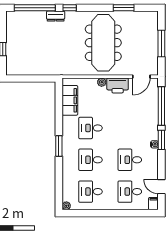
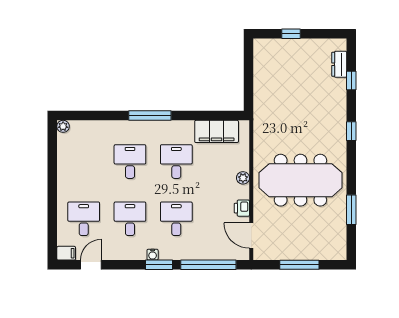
window: (35, 8) -> (351, 80), width x0.32
dresser: (56, 16) -> (339, 64), moved
printer: (118, 85) -> (242, 208), width x0.53, depth x0.68
window: (59, 146) -> (150, 116), width x1.44
desk: (90, 192) -> (176, 219), moved

